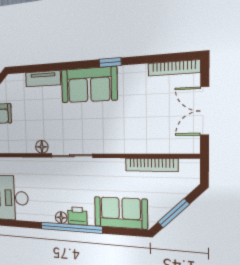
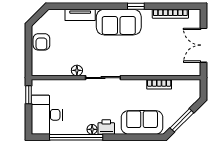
bookcase: (174, 68) -> (170, 14), moved
bookcase: (151, 165) -> (159, 84), width x0.64
window: (71, 228) -> (76, 137), moved

